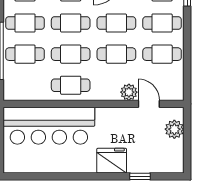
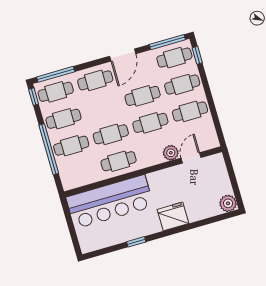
cafe table: (71, 23) -> (103, 107), removed
door: (149, 104) -> (191, 158), hinge flipped
plant: (174, 129) -> (228, 203), moved
window: (140, 176) -> (136, 242), moved

